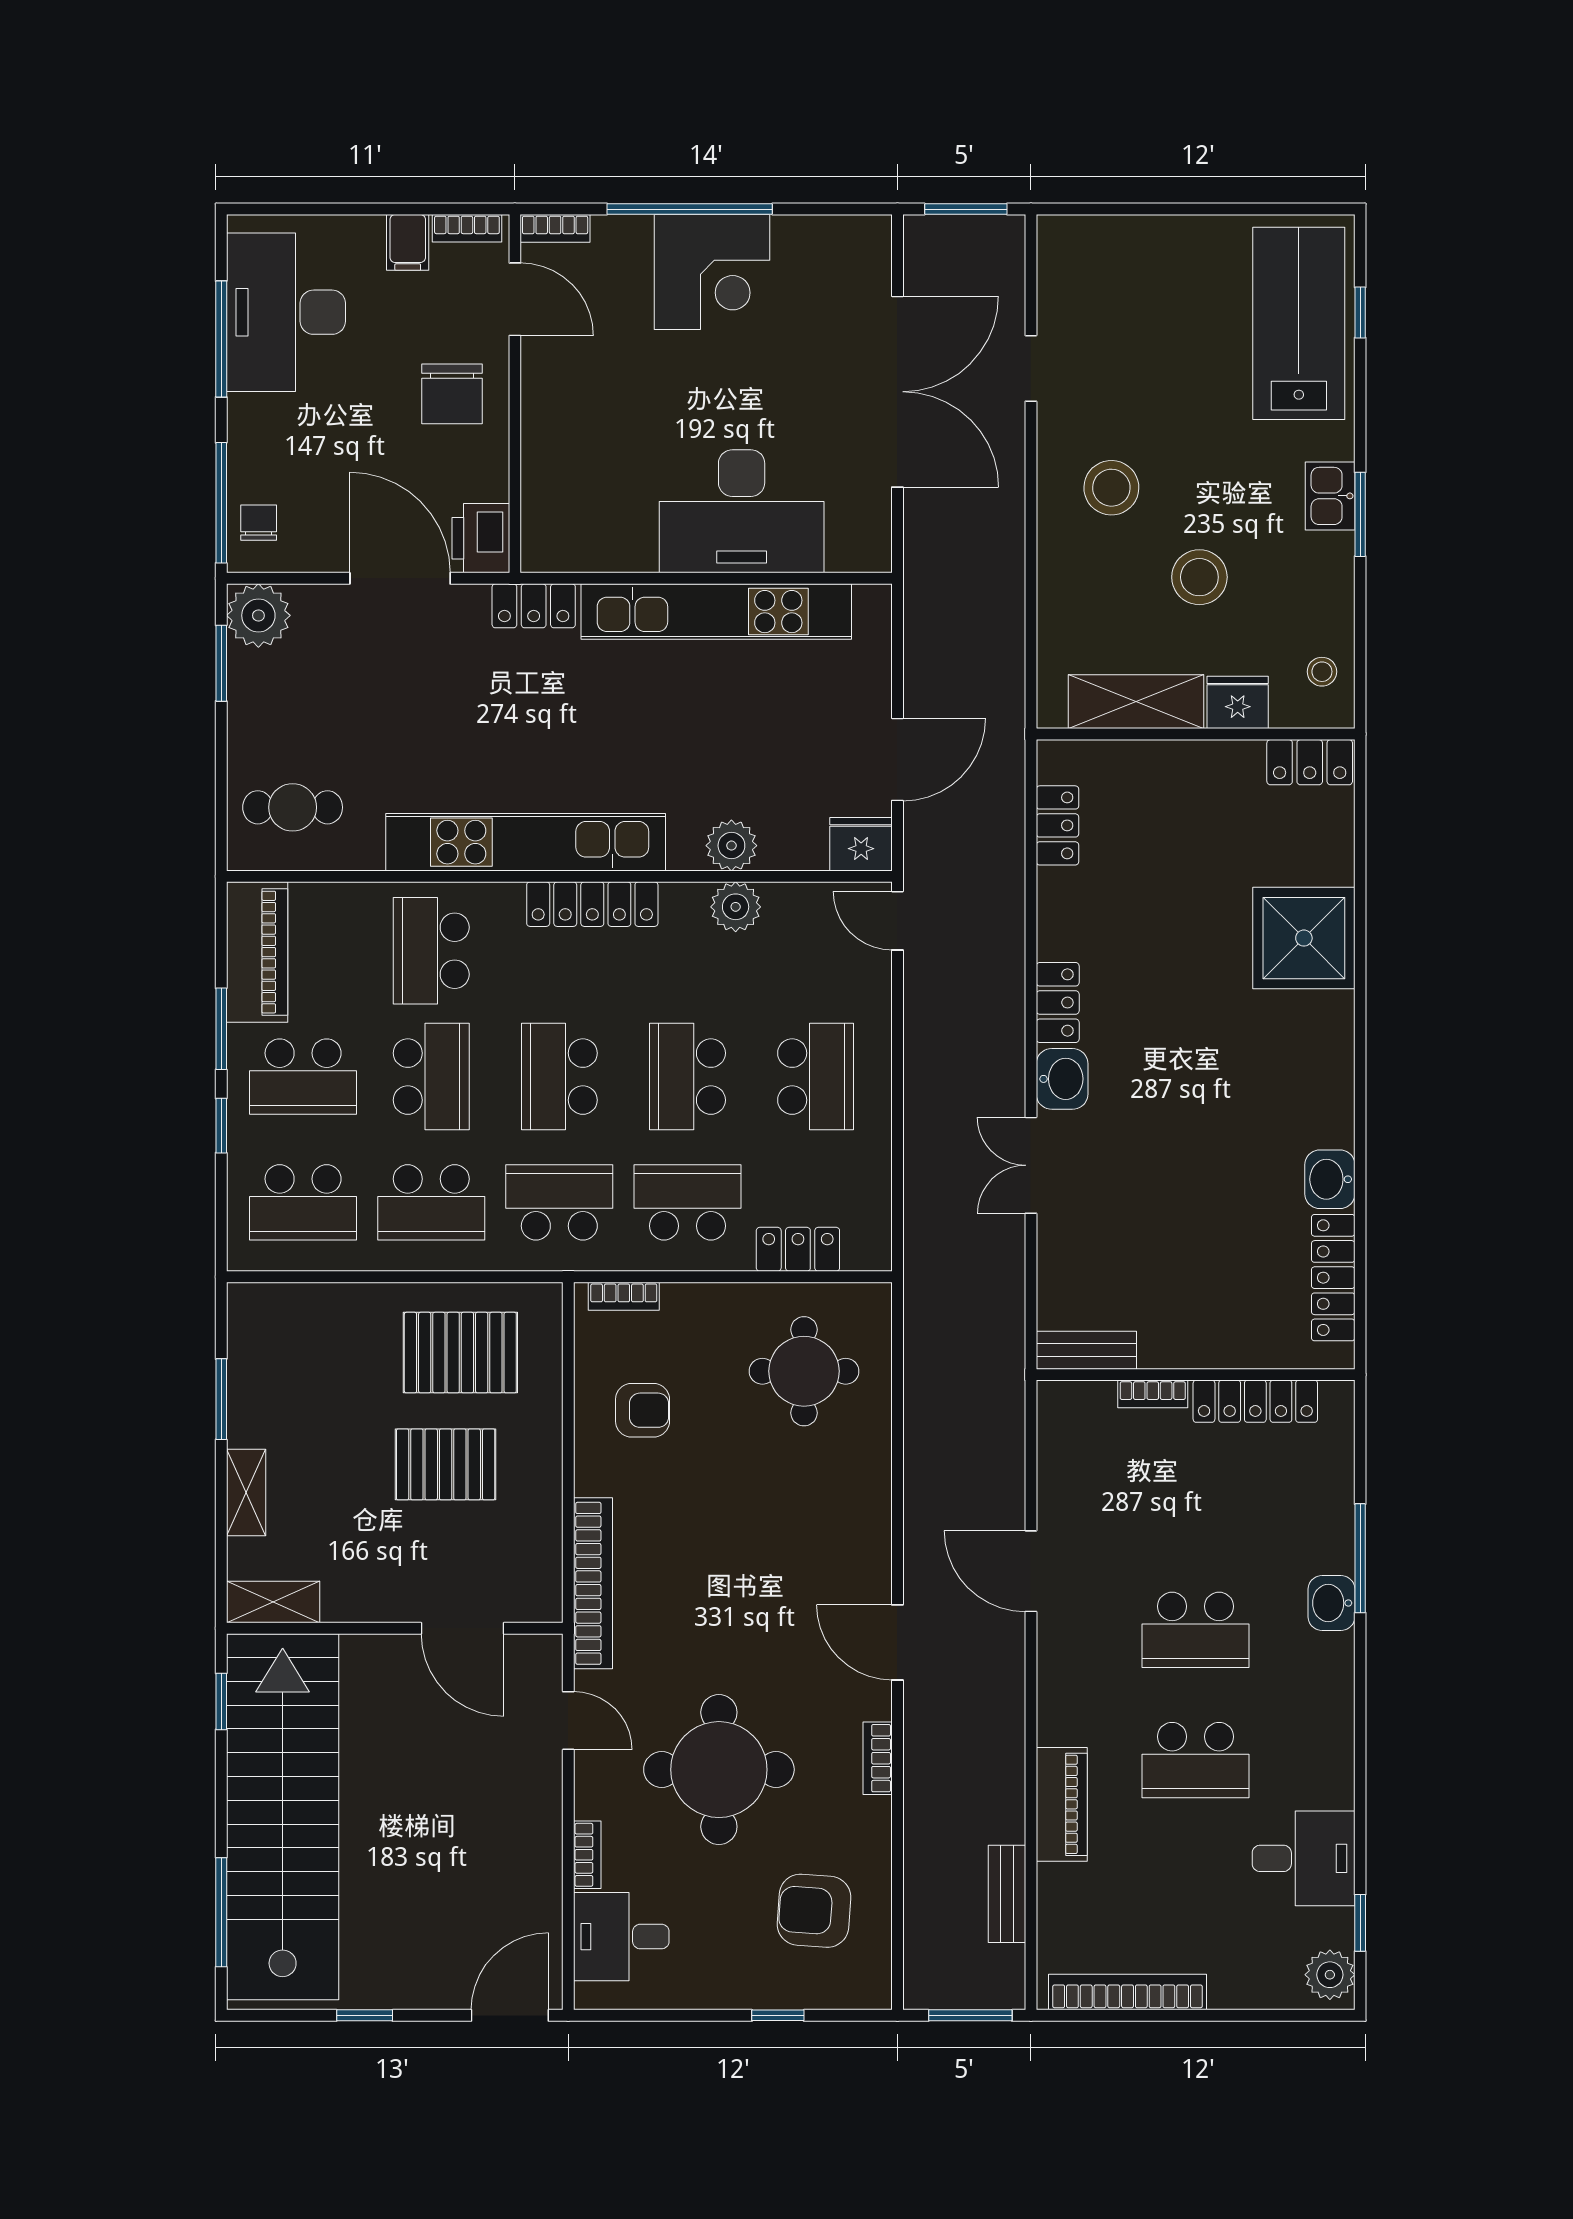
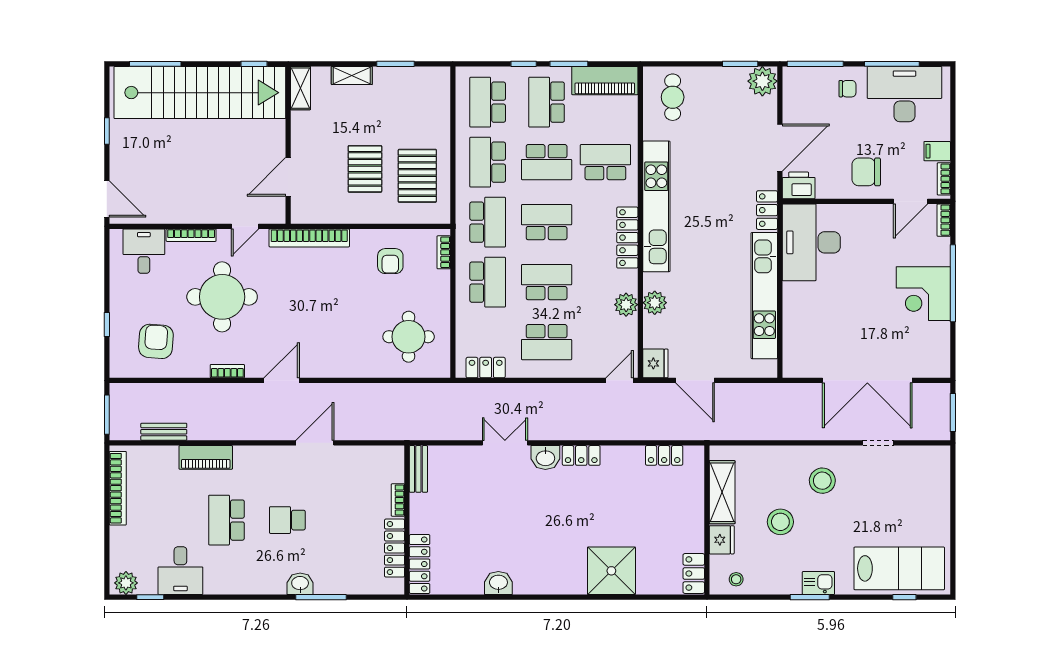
desk: (742, 511) -> (811, 242), moved
chair: (259, 523) -> (847, 89), moved
locker: (798, 1249) -> (486, 368), moved, turned -90
locker: (1333, 1278) -> (420, 564), moved, turned 90
school desk: (1196, 1630) -> (287, 520), width x0.54
bookcase: (587, 1855) -> (191, 235), width x1.56

